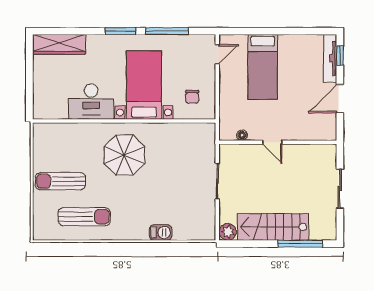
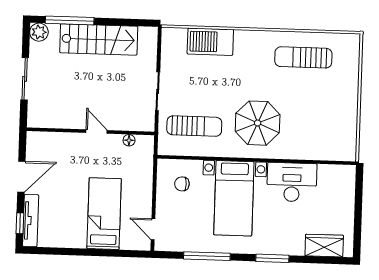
window: (121, 31) -> (272, 258), moved
wardrobe: (59, 44) -> (324, 246), width x0.67
door: (217, 54) -> (153, 229), hinge flipped
chair: (192, 97) -> (182, 184), turned -90
sun lounger: (60, 181) -> (194, 126), moved
barbecue: (161, 232) -> (210, 42), width x1.88, depth x1.53
plant: (228, 232) -> (39, 32), moved

